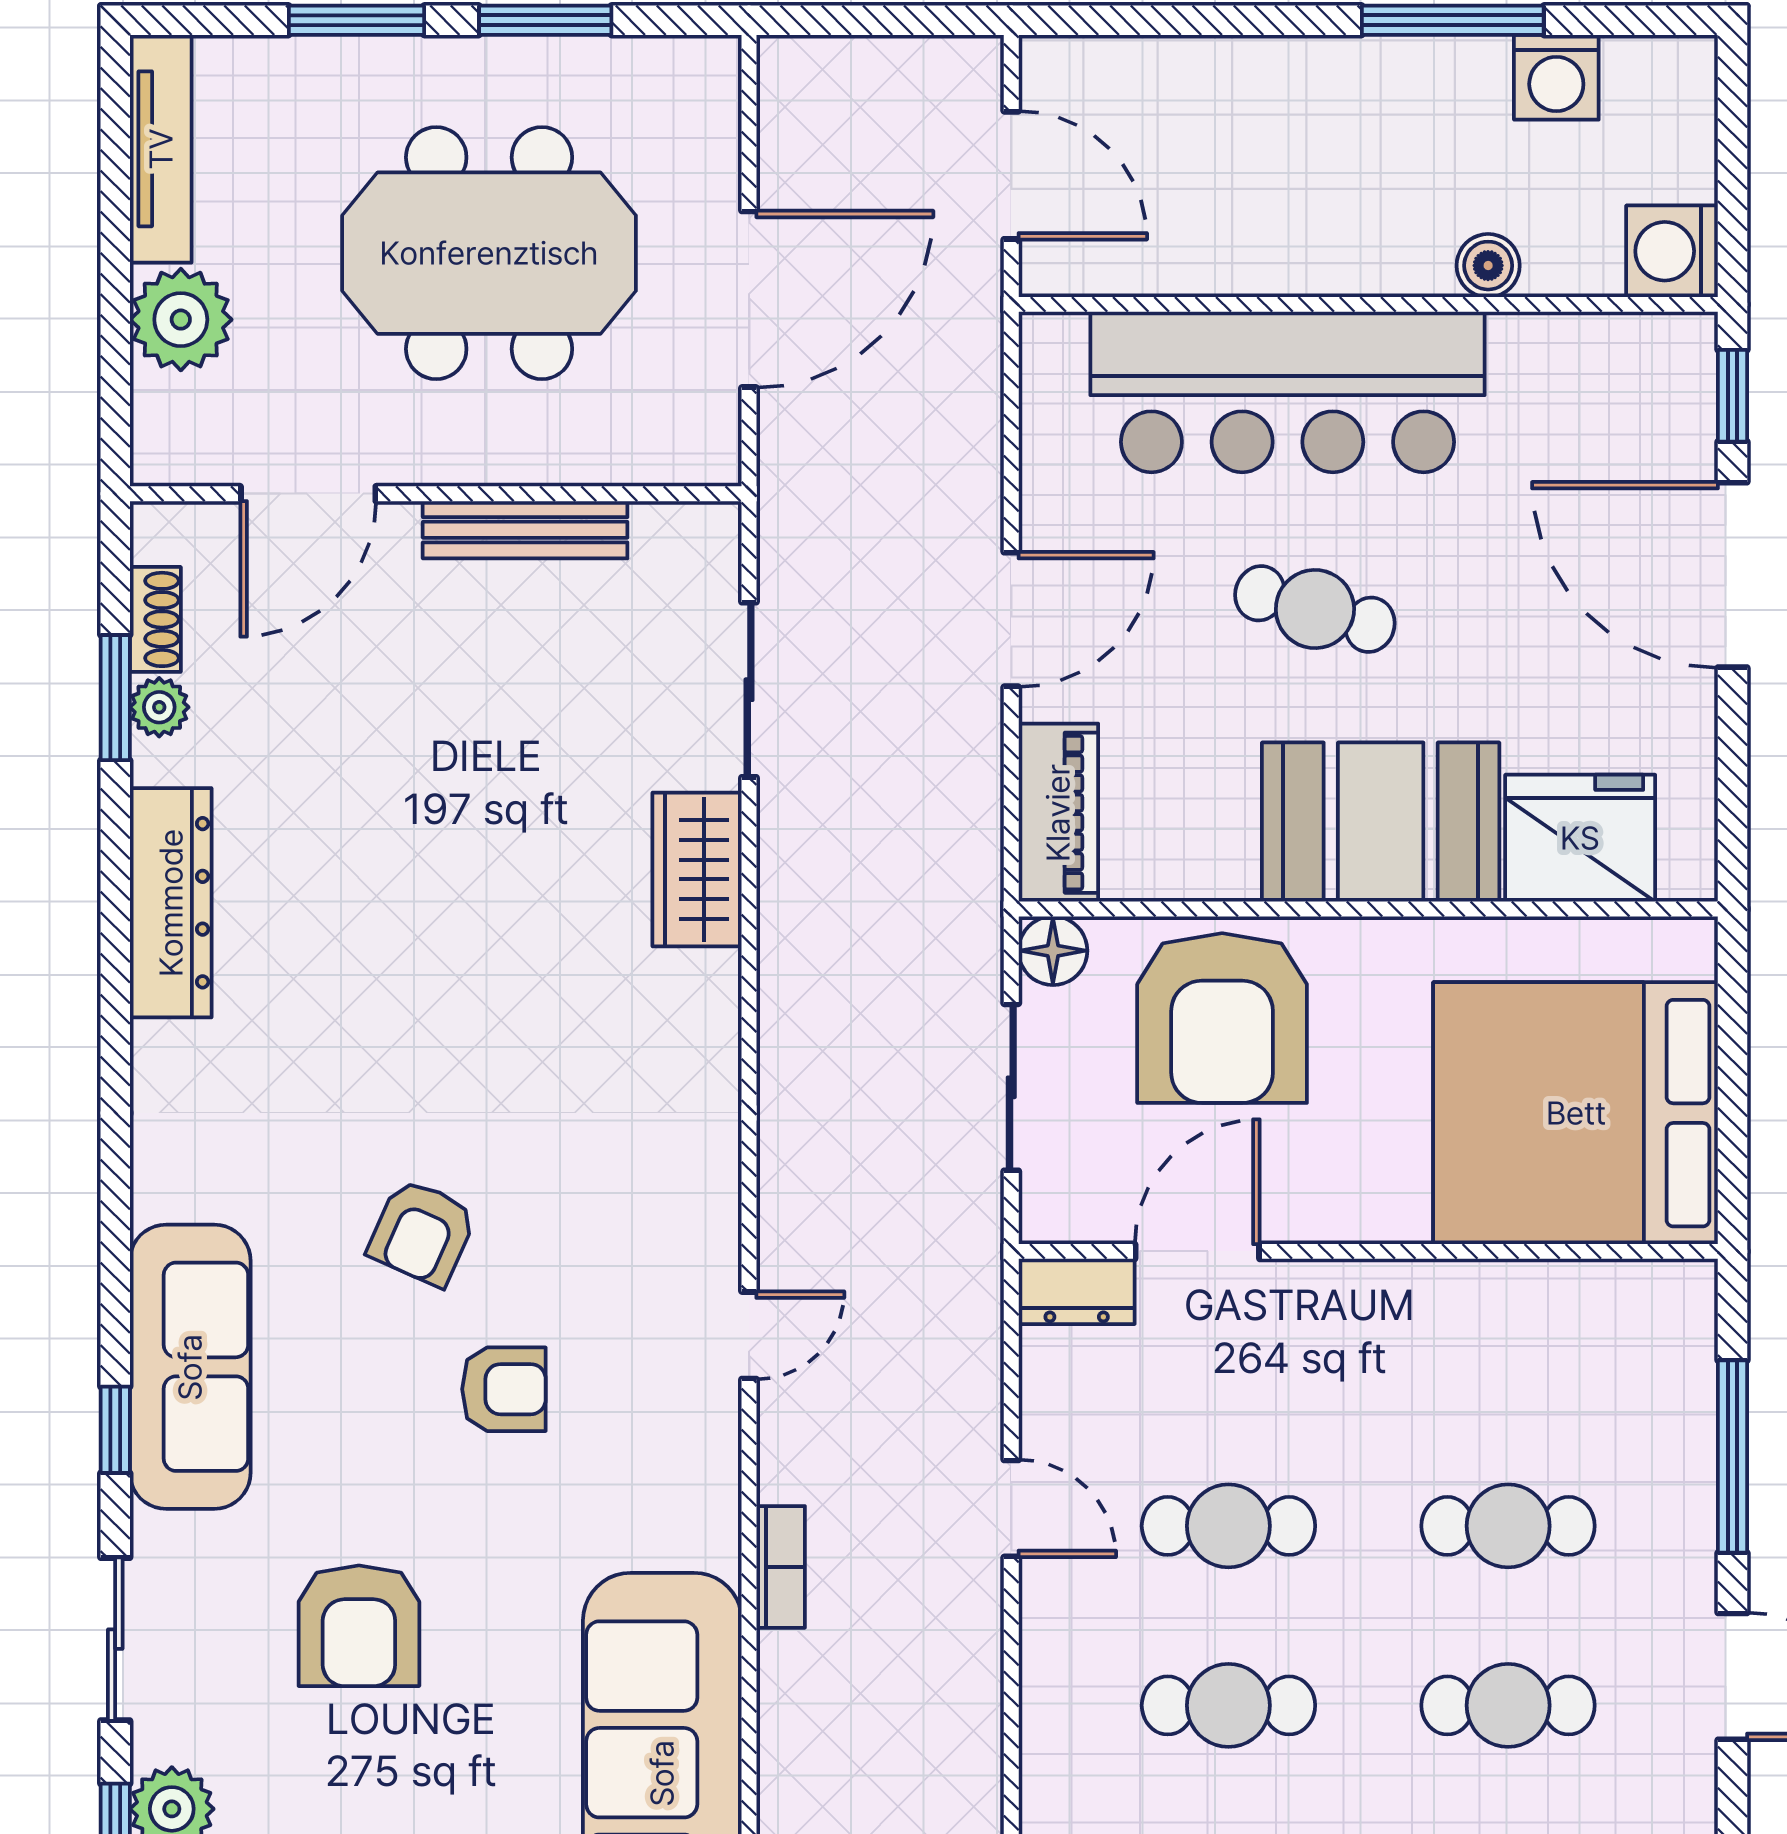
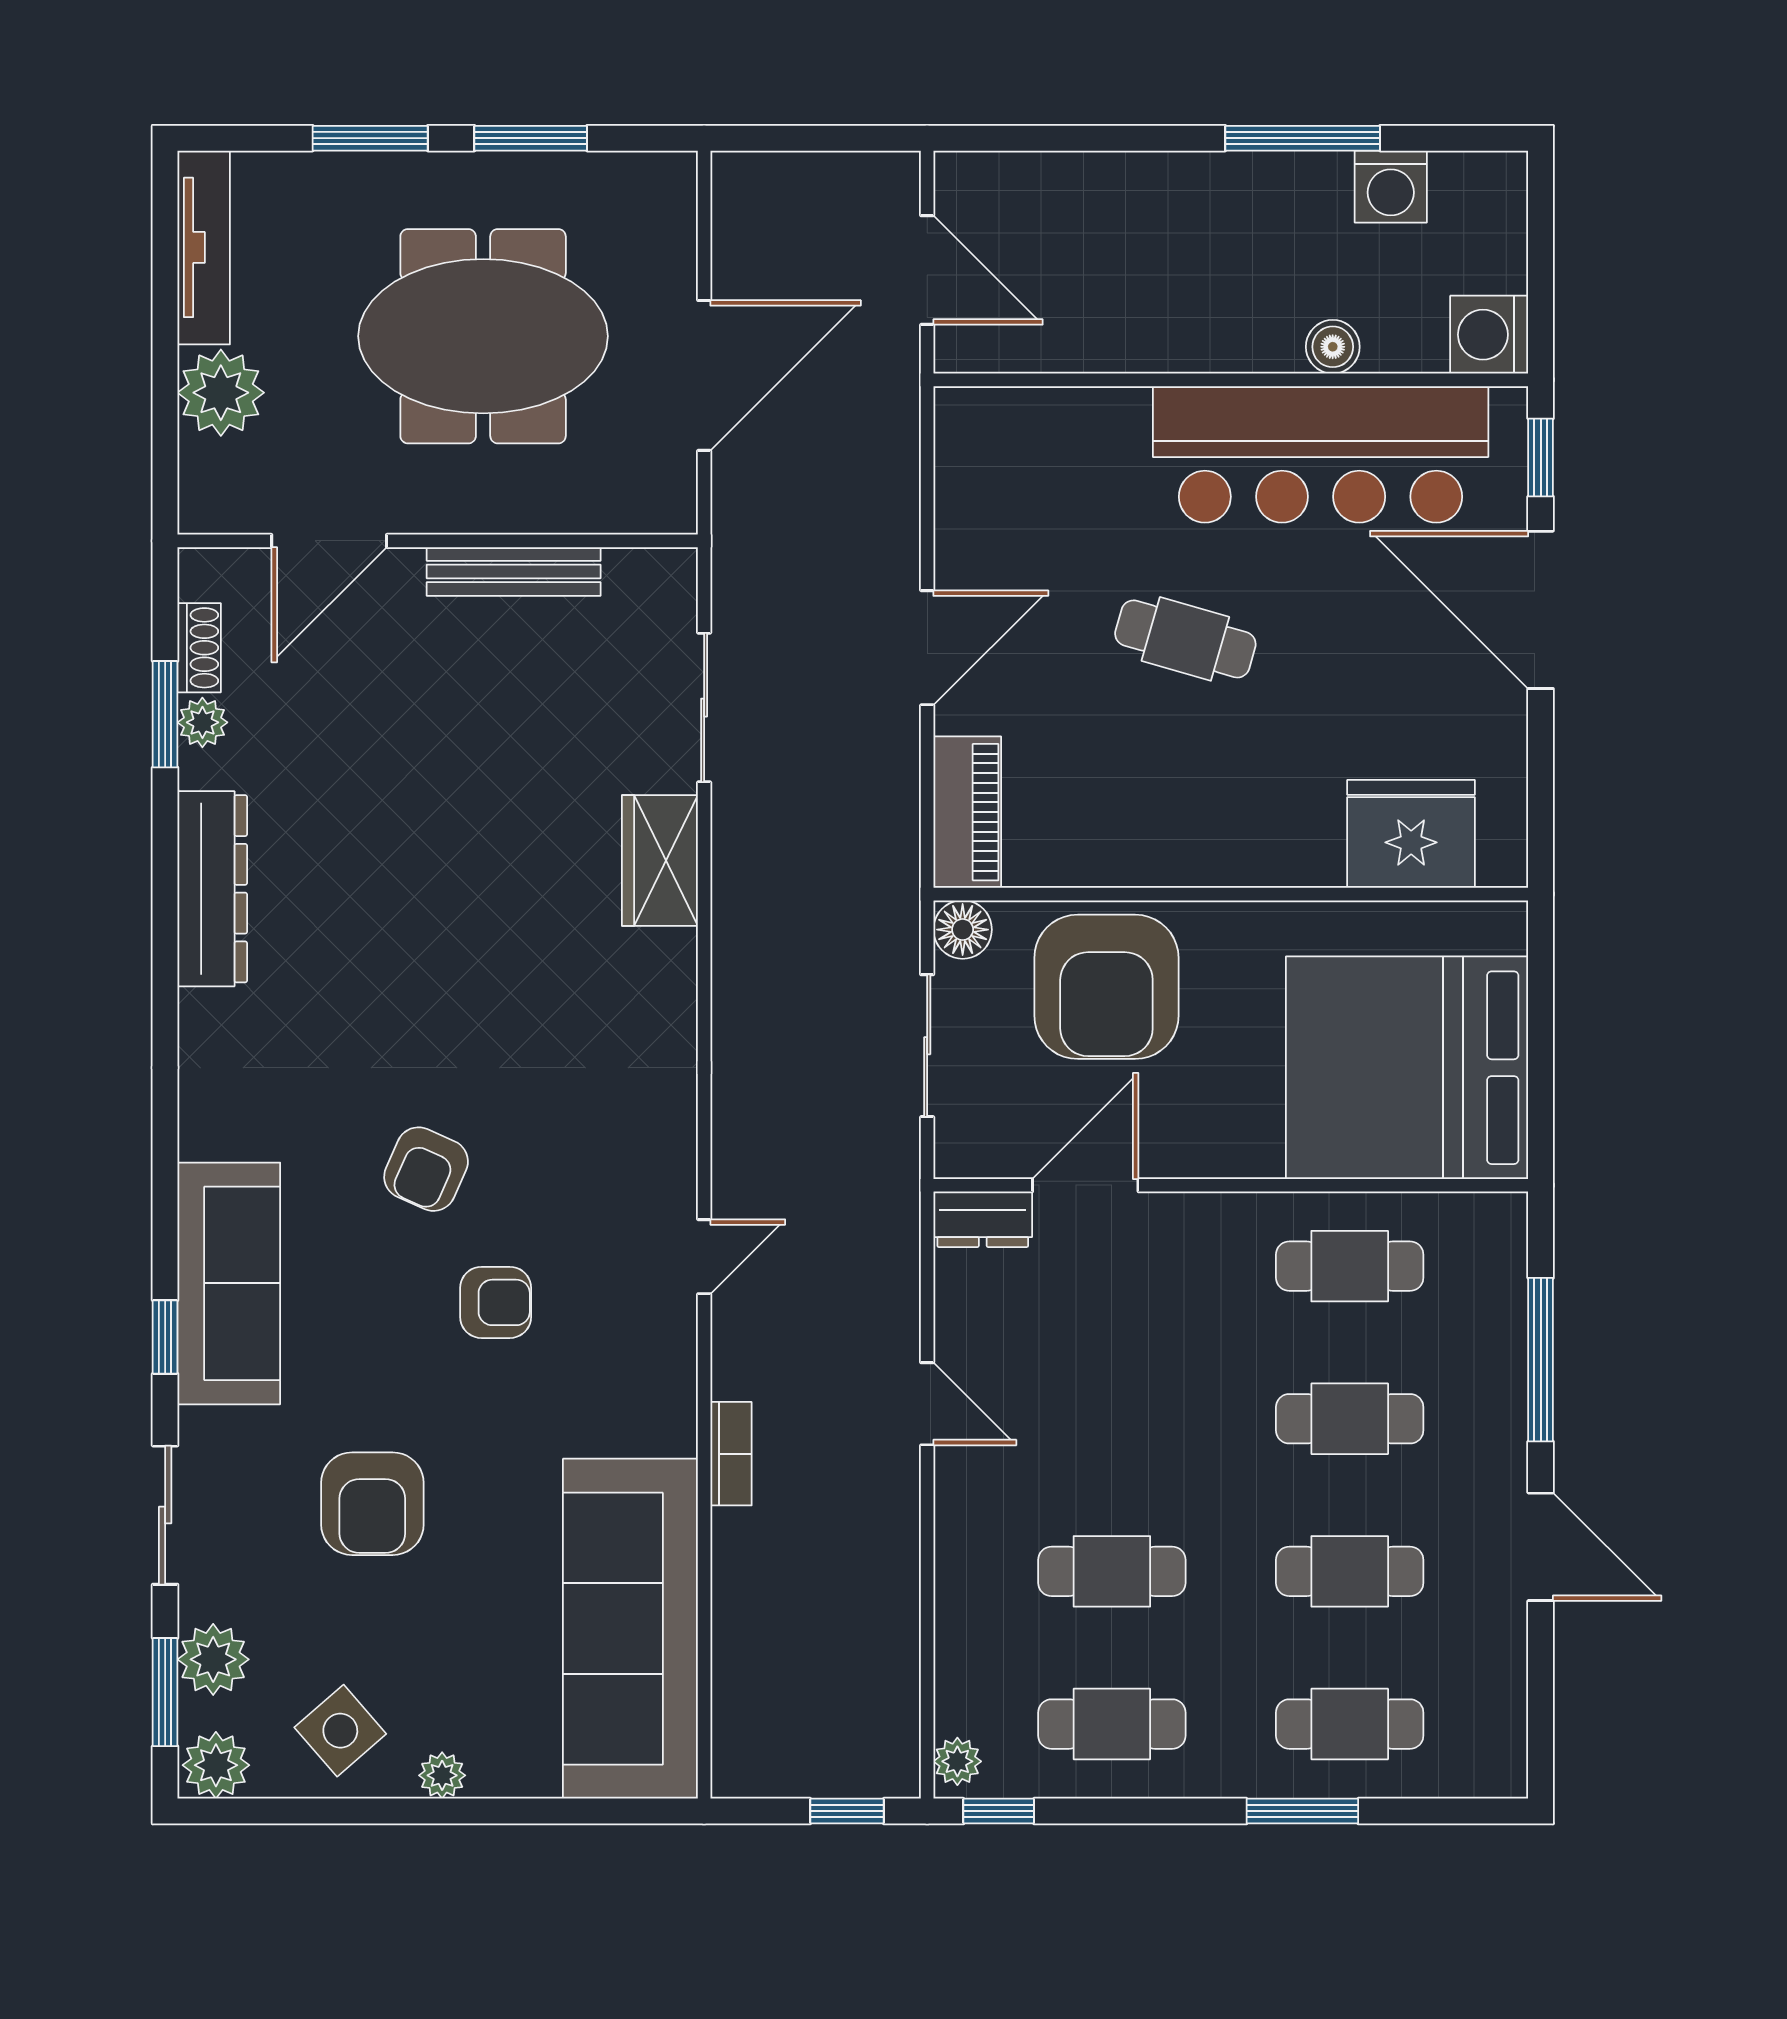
bar counter: (1287, 392) -> (1321, 454), moved
booth: (1381, 822) -> (1241, 820), removed
cafe table: (1228, 1526) -> (1350, 1266), moved

